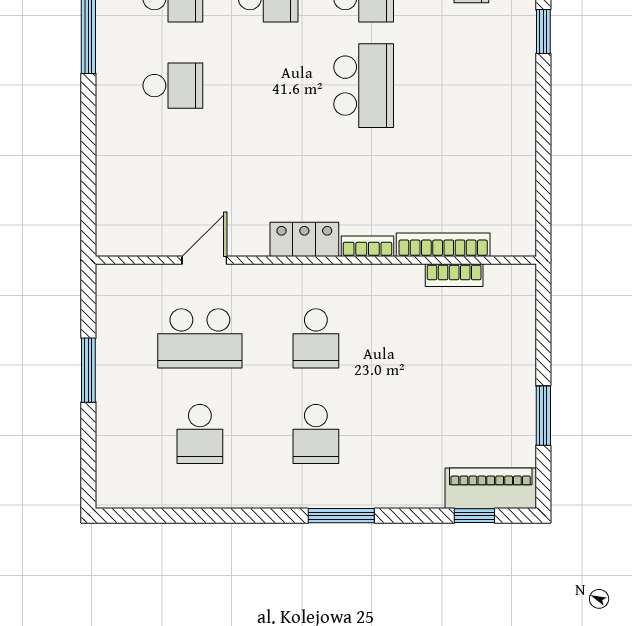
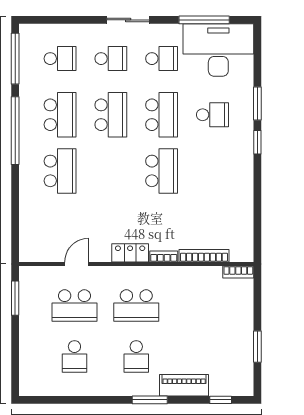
school desk: (173, 86) -> (60, 171), width x1.85
bookcase: (454, 275) -> (238, 272), moved
school desk: (316, 338) -> (136, 306), width x1.85
window: (88, 370) -> (15, 298), moved
piano: (491, 488) -> (184, 385), moved

